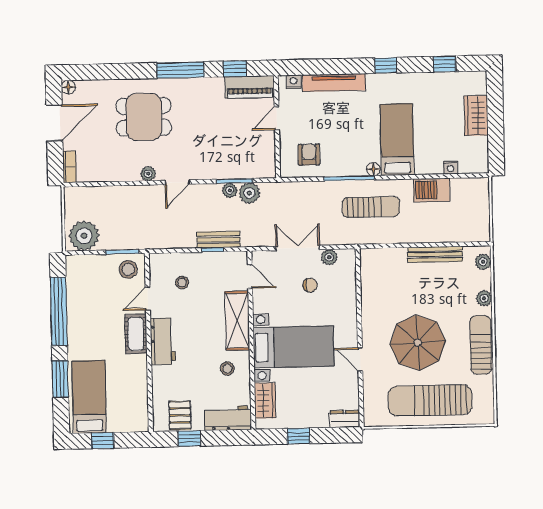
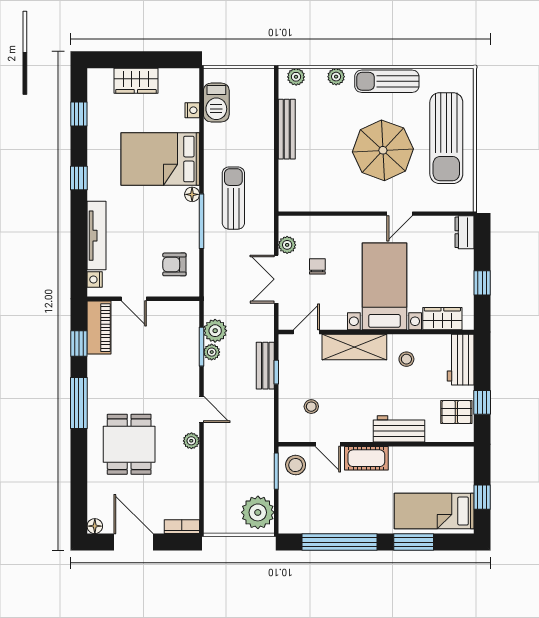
bed: (397, 140) -> (160, 159), width x1.50
barbecue: (432, 190) -> (216, 103), moved
workbench: (163, 341) -> (399, 429), moved

